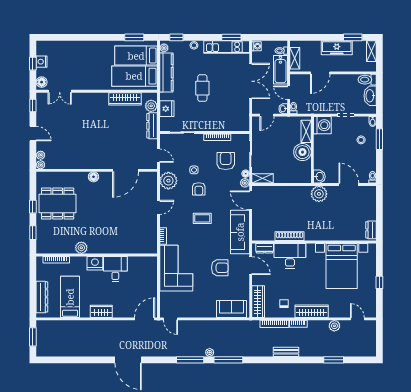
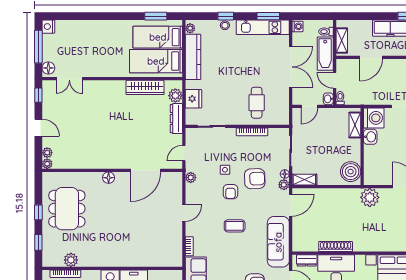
window: (176, 37) -> (226, 16), moved
nightstand: (42, 62) -> (48, 27), moved
window: (33, 64) -> (38, 47), width x2.17
cafe table: (202, 88) -> (257, 103), moved
boiler: (302, 152) -> (351, 172), moved
door: (158, 156) -> (184, 153), swing flipped
armchair: (226, 161) -> (255, 179), moved, turned 88
washbasin: (319, 177) -> (370, 137), moved
plant: (168, 181) -> (191, 177), width x0.53, depth x0.53
door: (251, 200) -> (291, 205), swing flipped
dining table: (58, 203) -> (67, 209), turned 90
plant: (81, 248) -> (71, 260), moved

